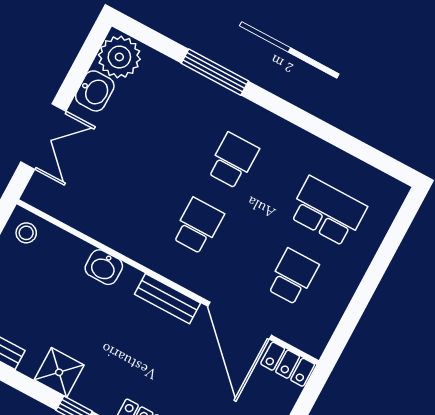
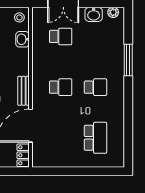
plant: (119, 57) -> (113, 12), width x0.53, depth x0.53
washbasin: (104, 267) -> (22, 39), moved
school desk: (293, 277) -> (61, 36), moved

